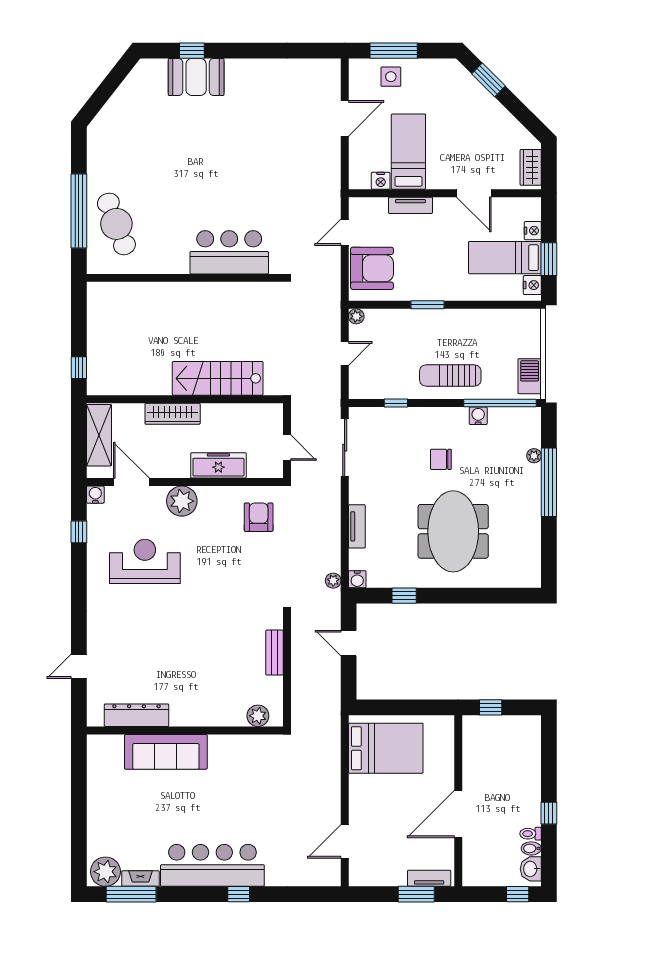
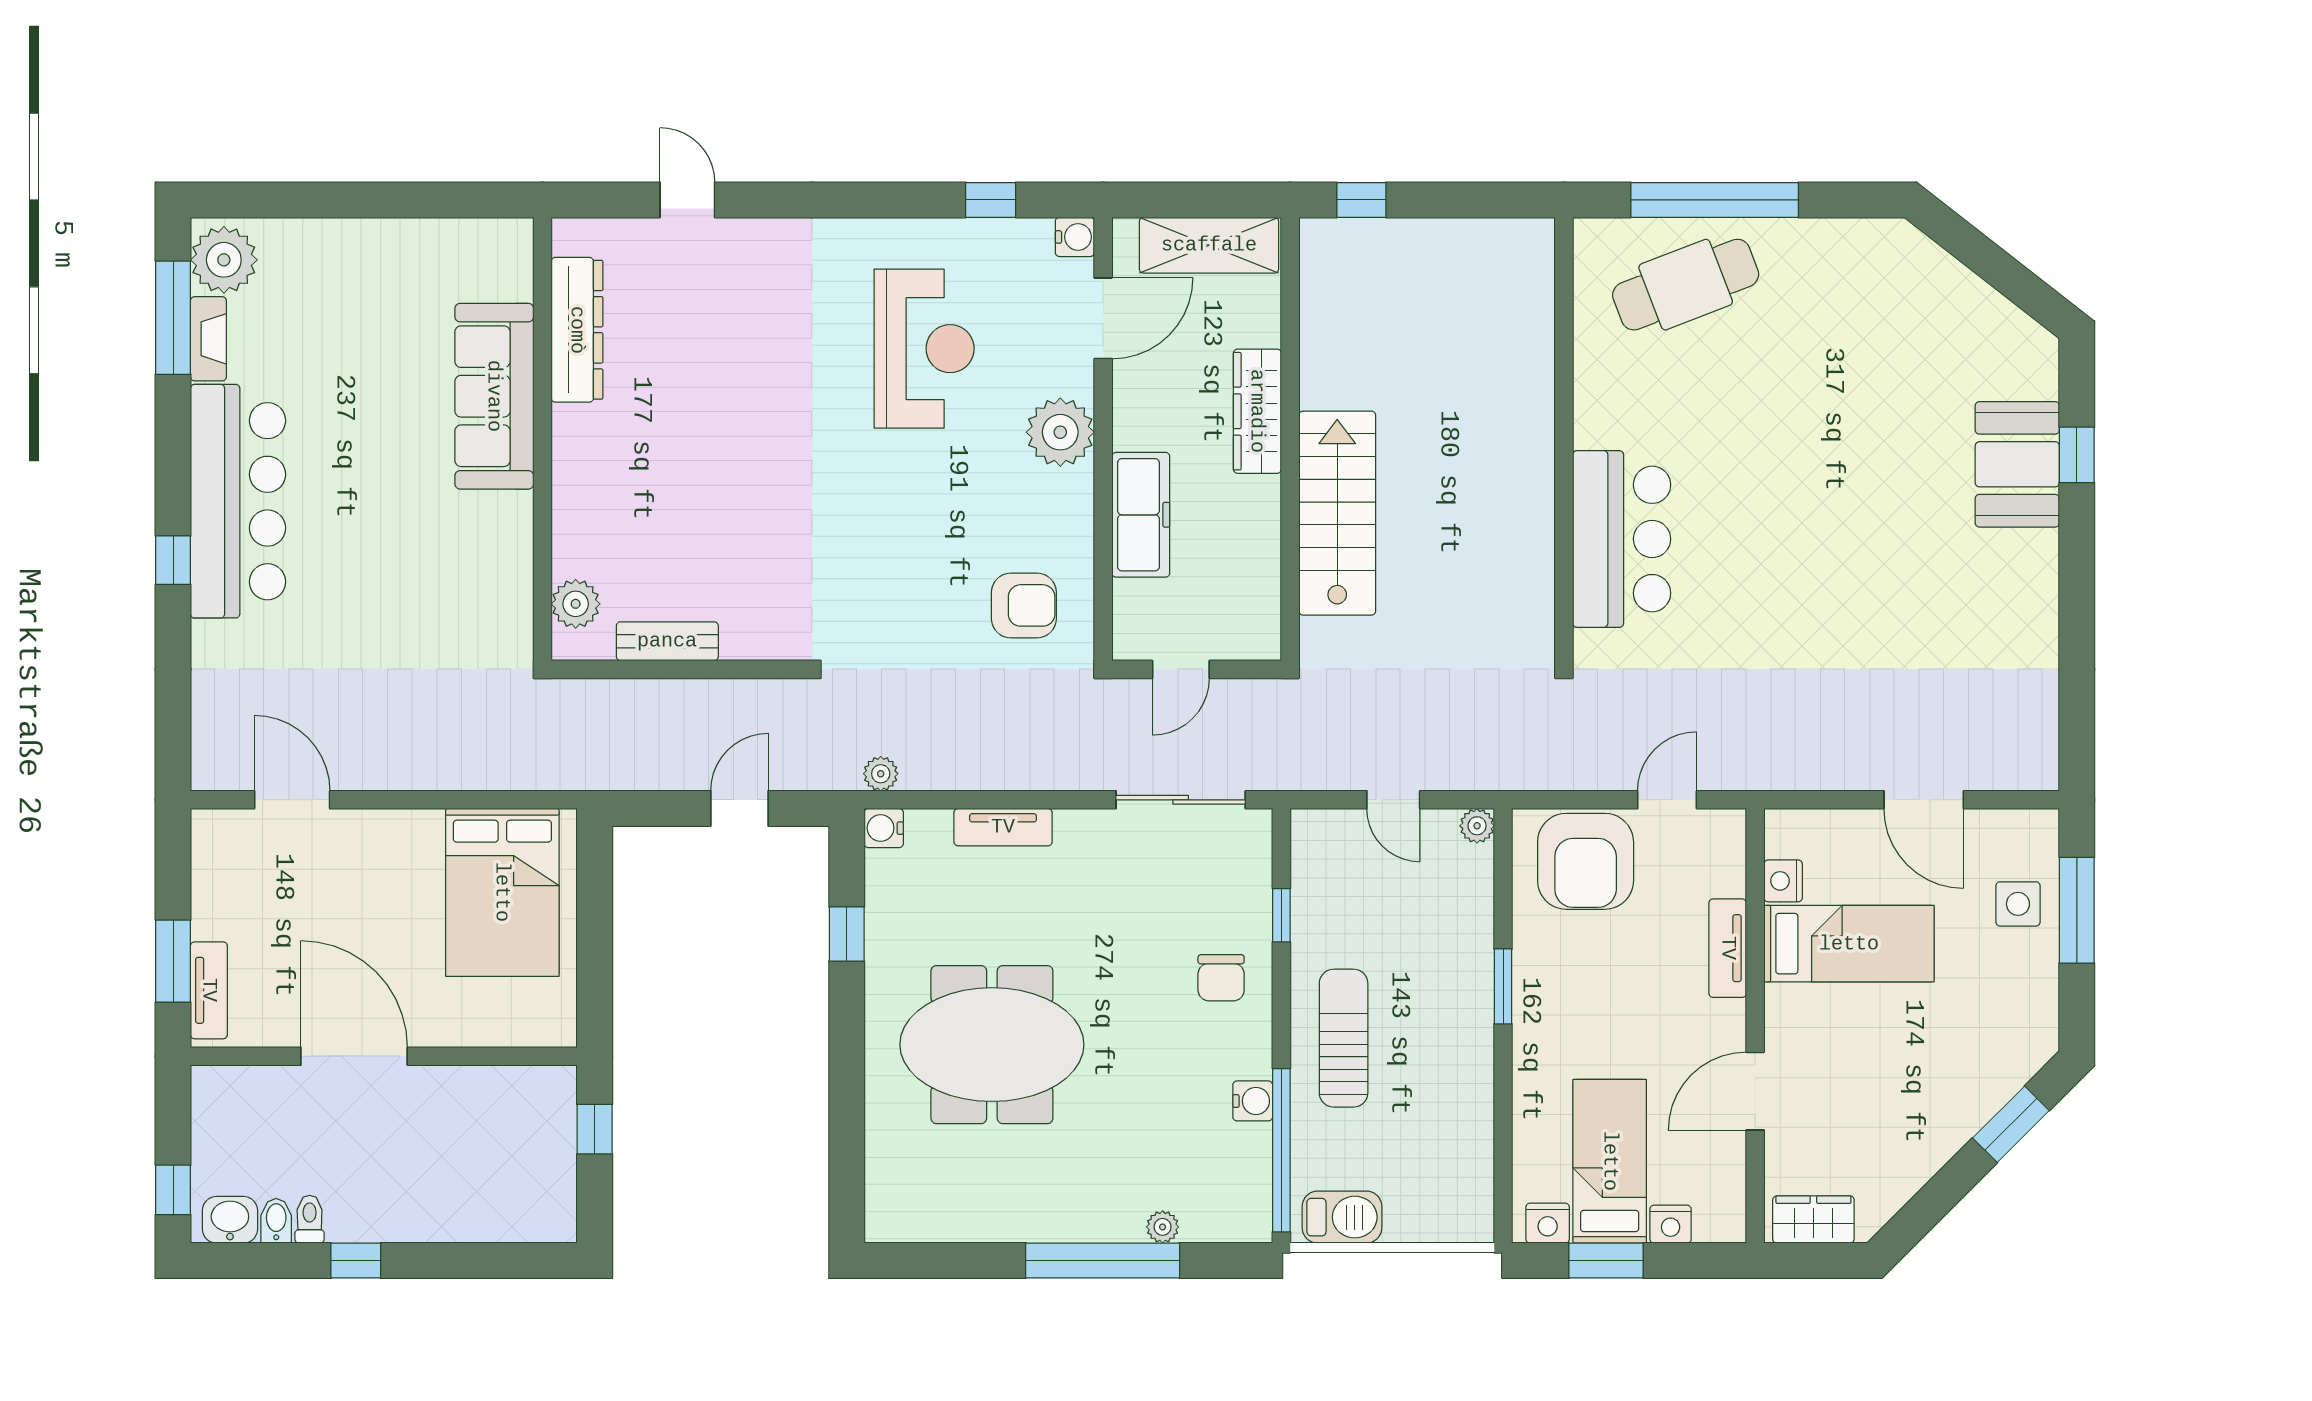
door: (345, 232) -> (1667, 800), hinge flipped
chair: (441, 459) -> (1221, 978), moved, turned 180
bench: (274, 653) -> (667, 641), moved

